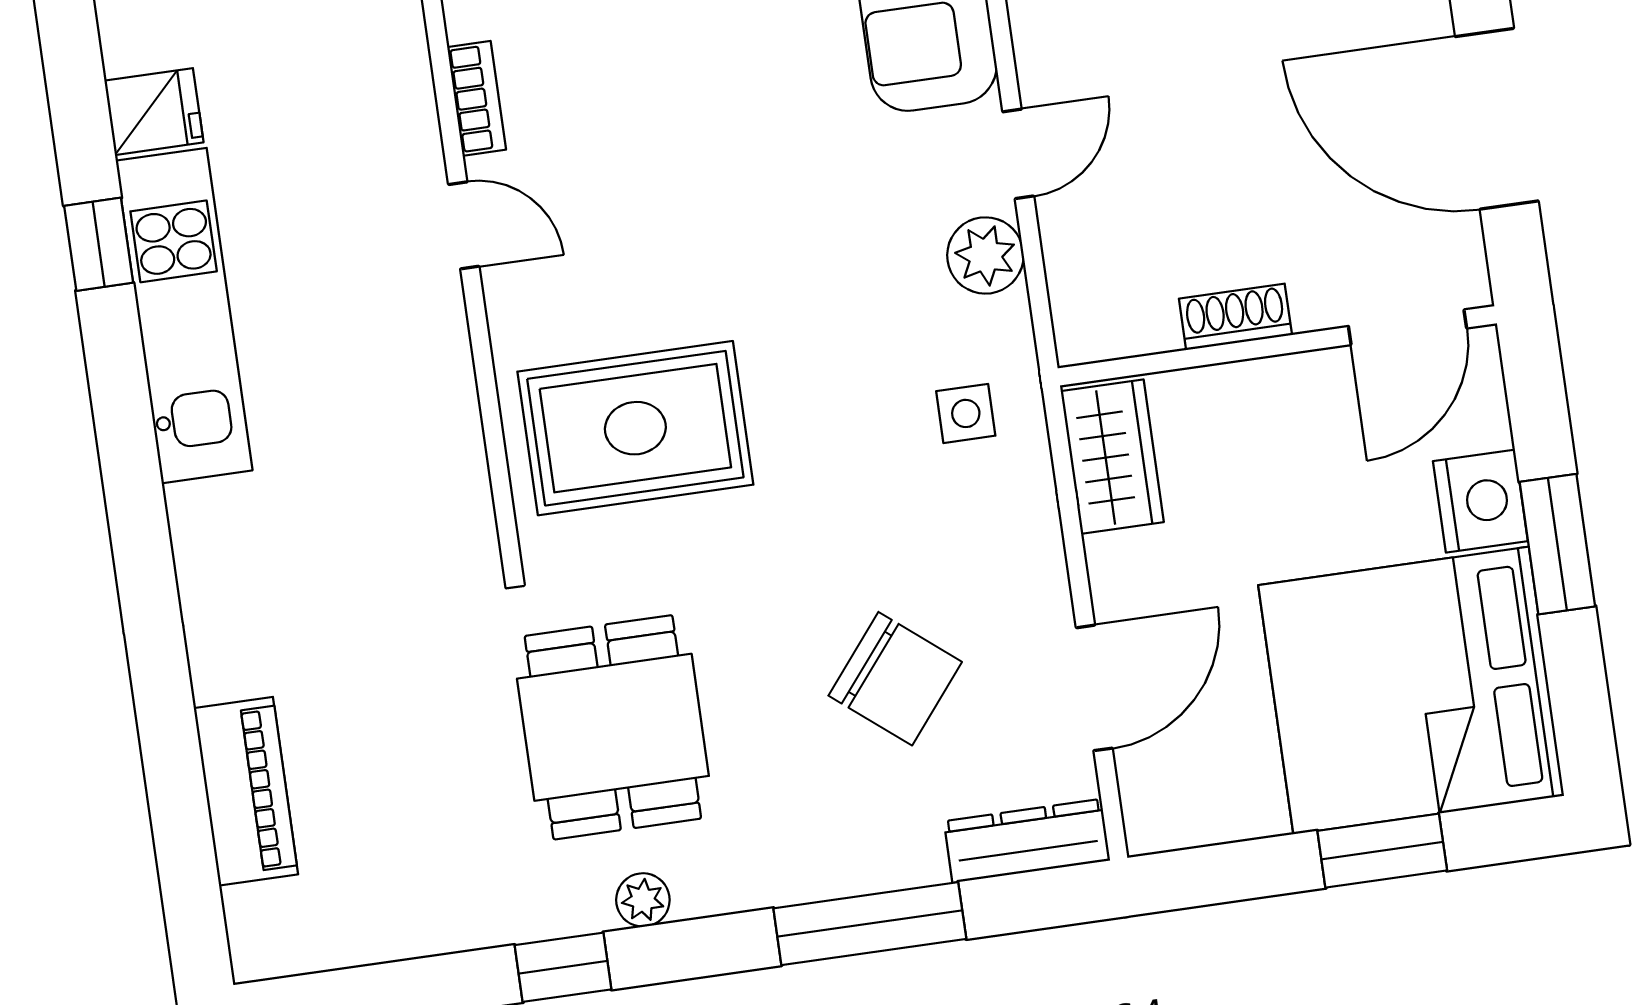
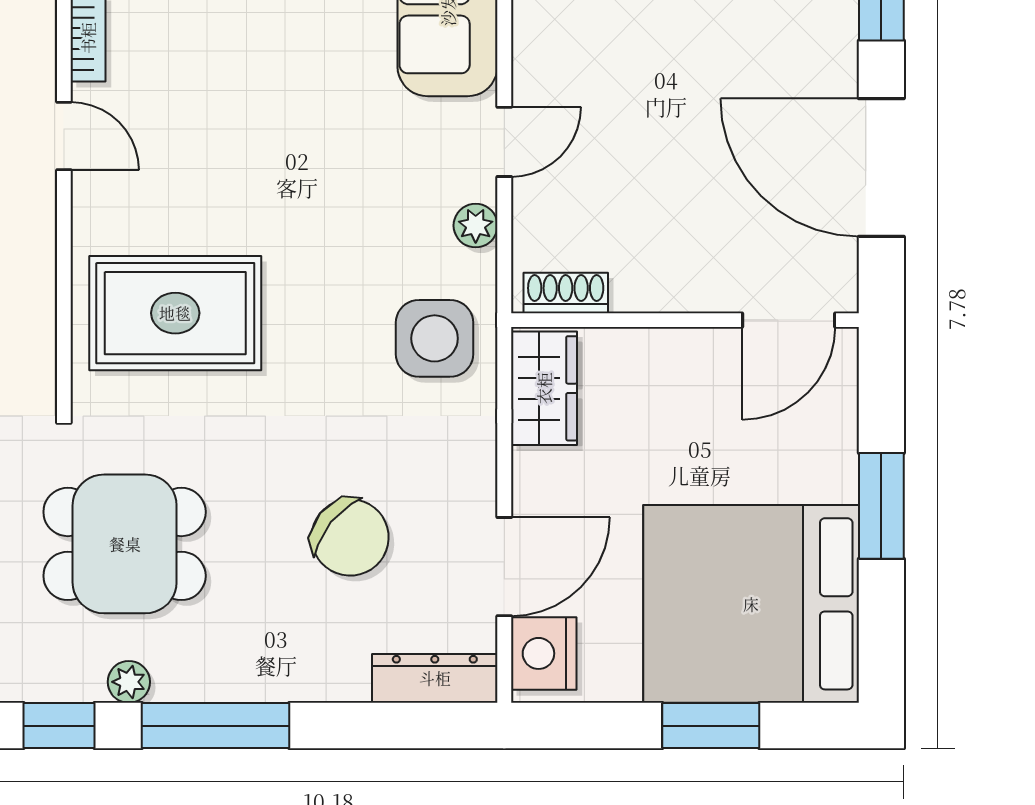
plant: (985, 255) -> (476, 226), width x0.73, depth x0.73
shoe rack: (1235, 317) -> (566, 293), moved
side table: (966, 413) -> (435, 338), width x1.87, depth x1.87
nightstand: (1480, 501) -> (544, 653), moved, turned 180
dining table: (613, 727) -> (125, 544), turned 90
window: (870, 924) -> (216, 726), moved

